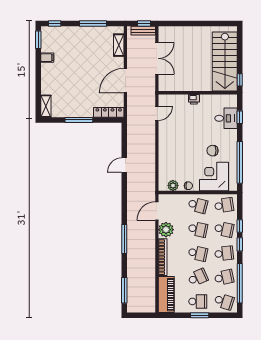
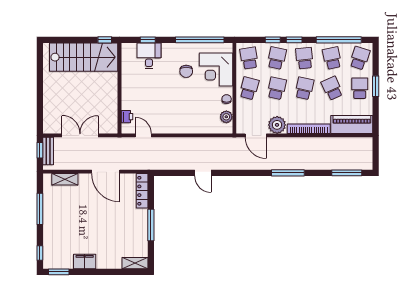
filing cabinet: (47, 58) -> (85, 262), width x2.00
printer: (194, 99) -> (127, 117), moved

